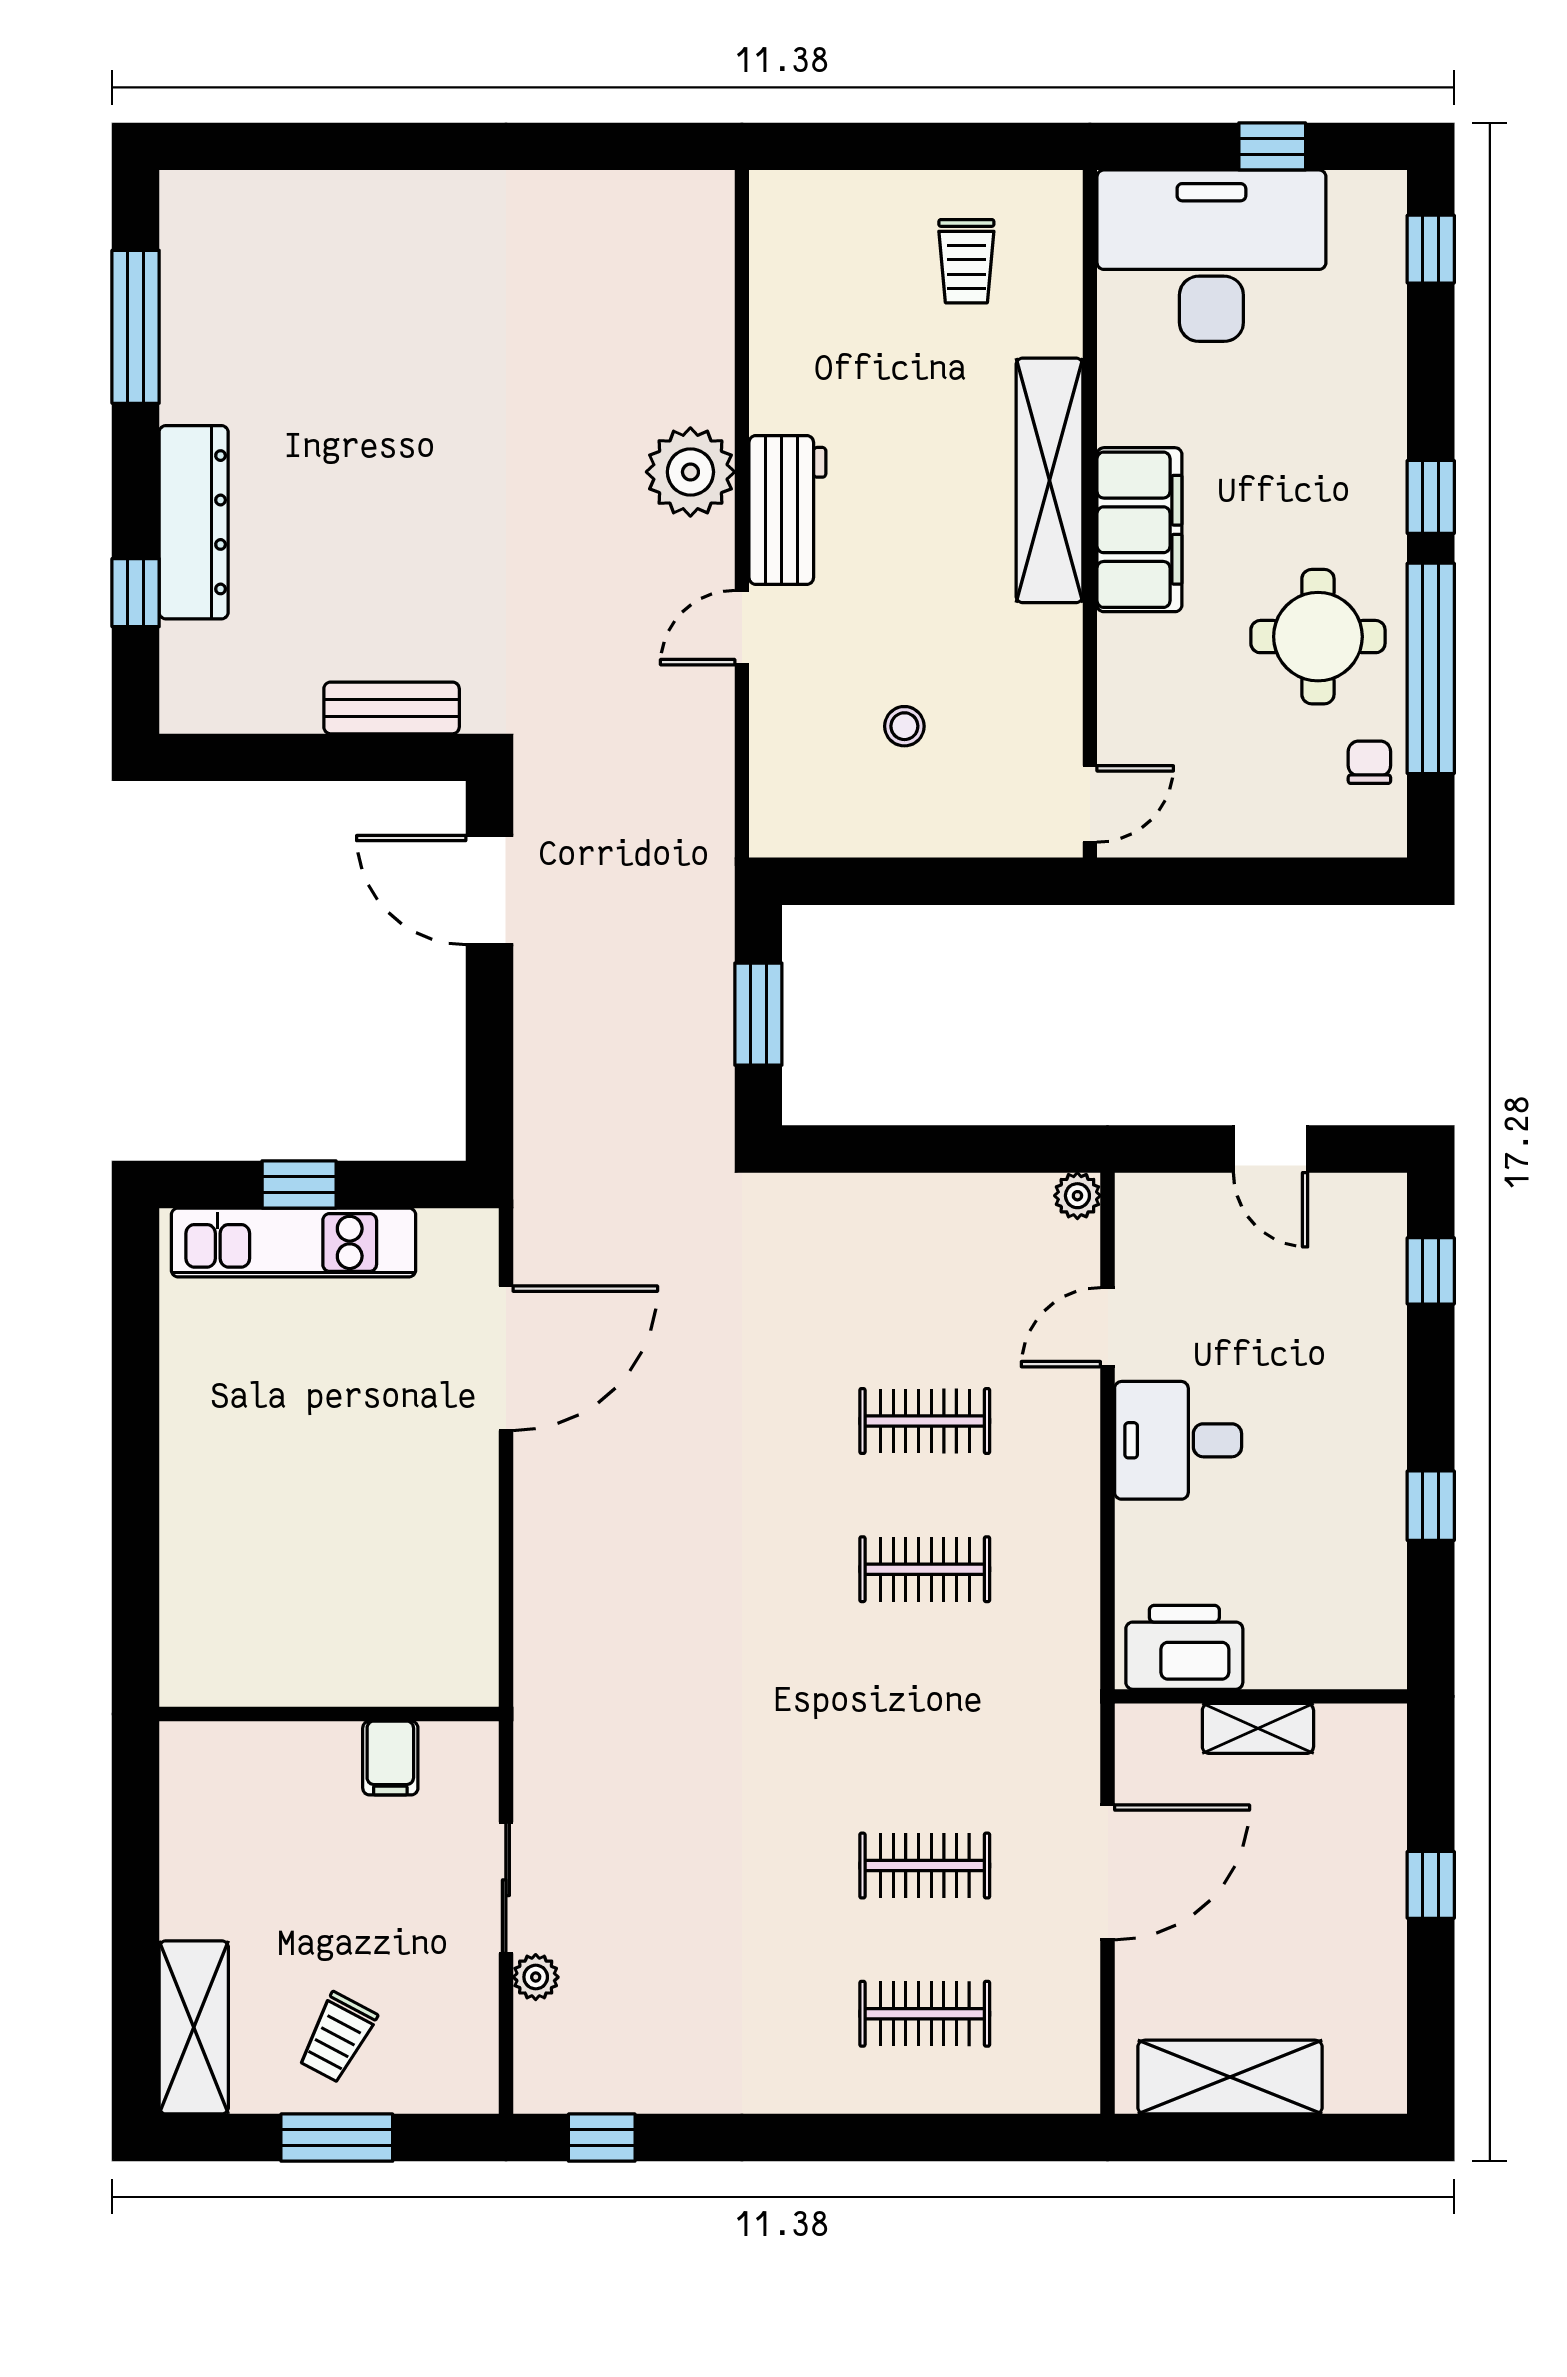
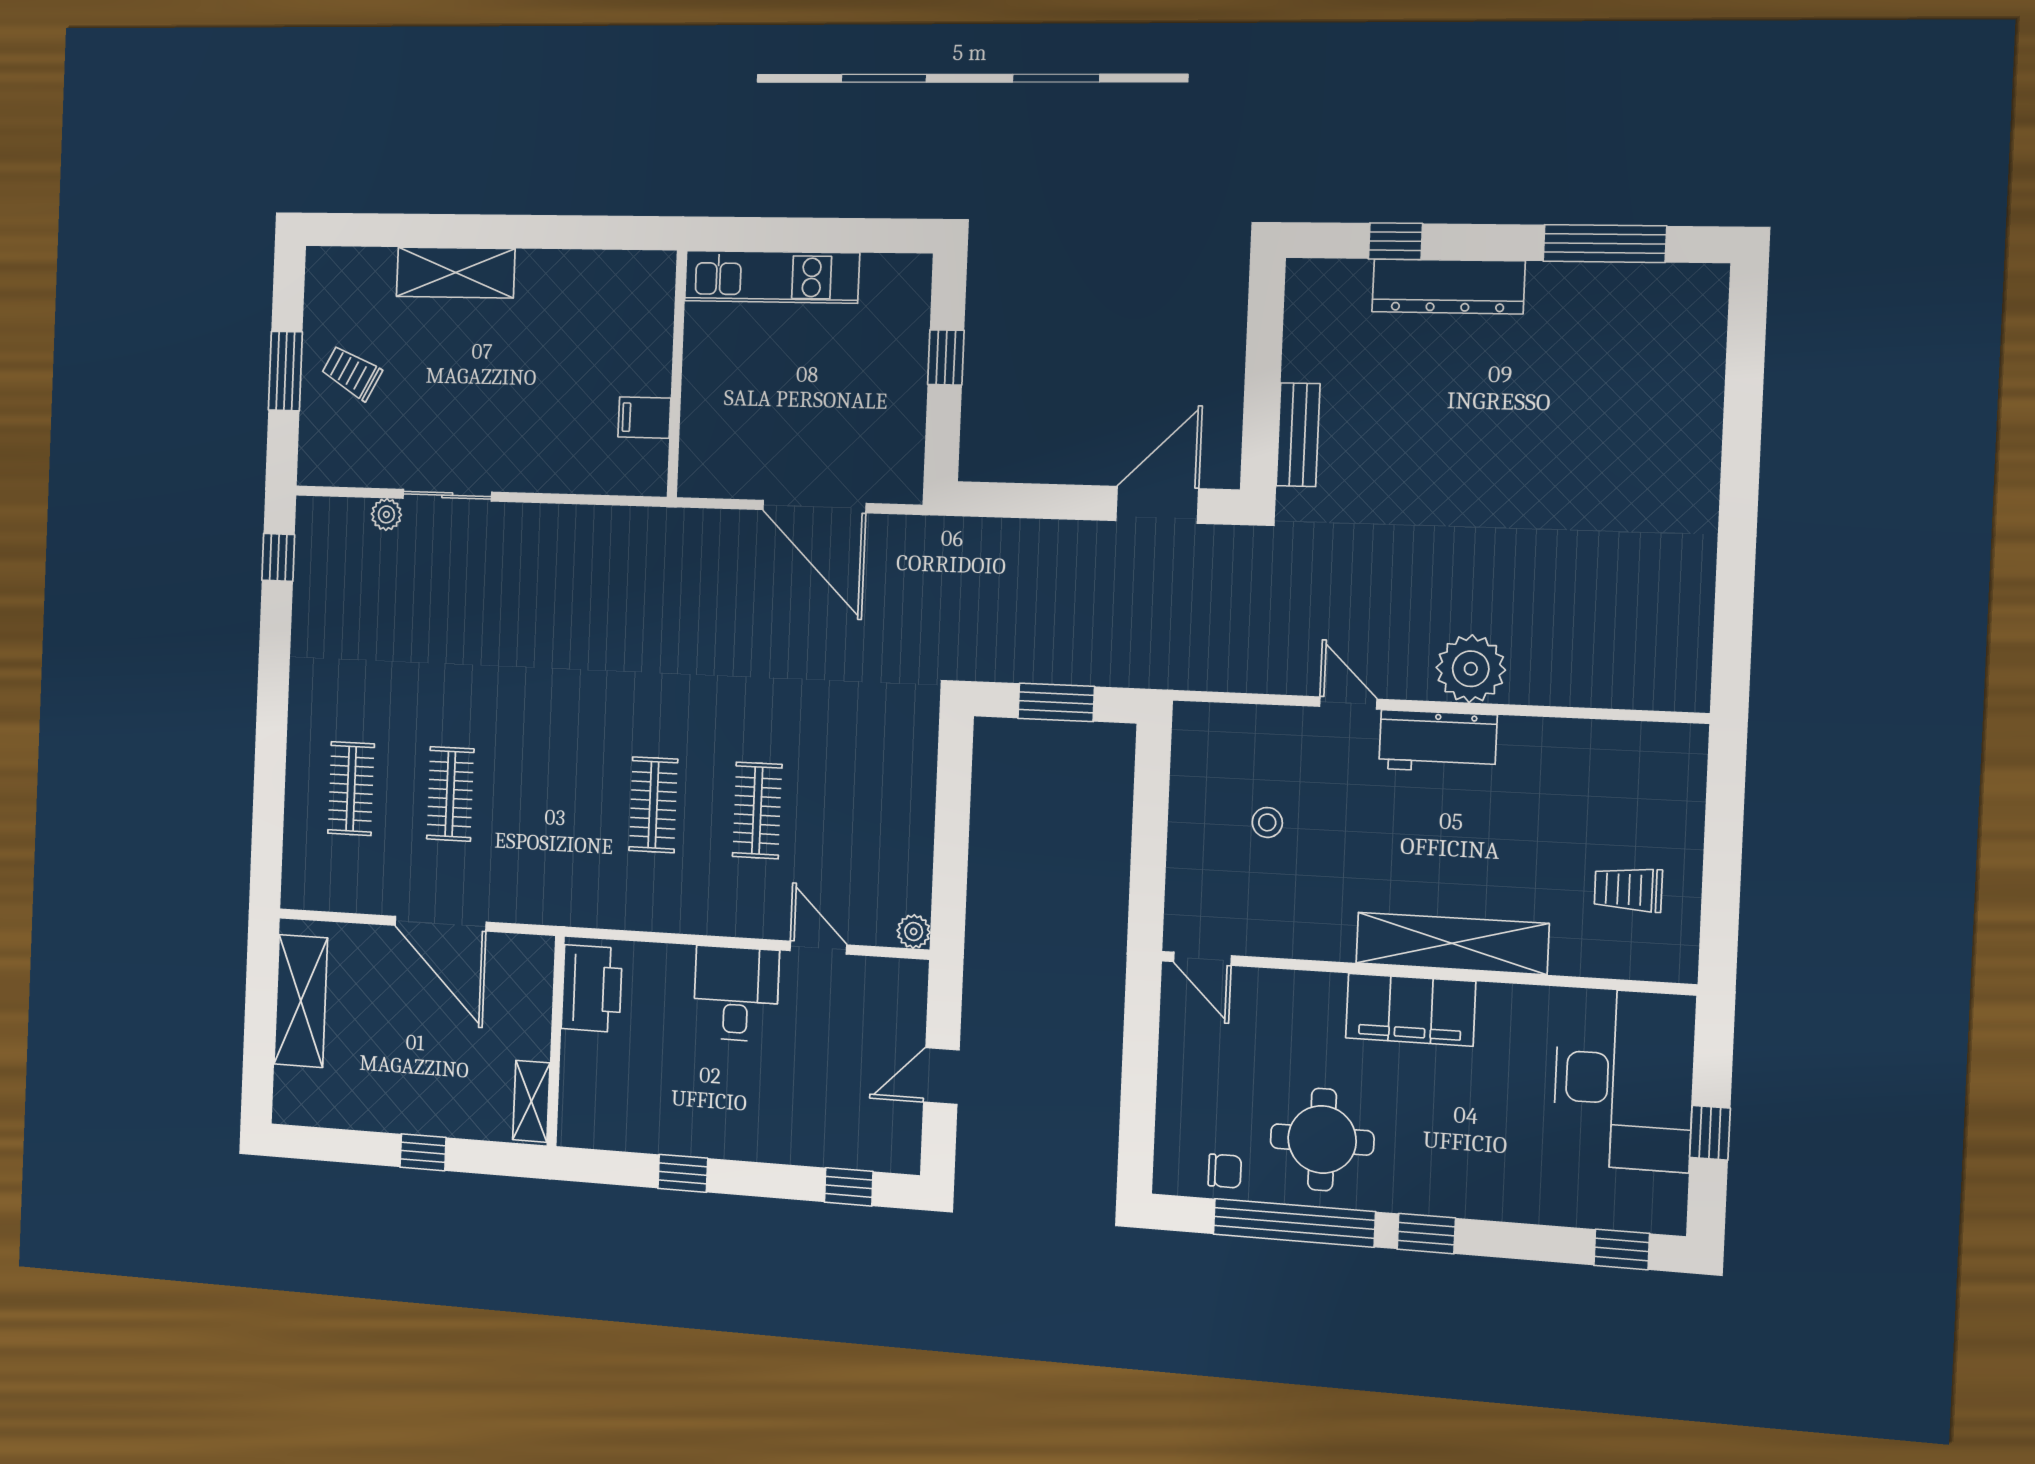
kitchen unit: (293, 1242) -> (772, 277), moved, turned -90
wall: (329, 1714) -> (677, 374), moved
shelving: (1258, 1728) -> (531, 1101), moved
filing cabinet: (390, 1758) -> (644, 418), moved
shelving: (194, 2027) -> (456, 273), moved

